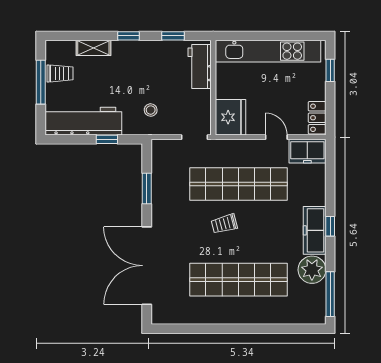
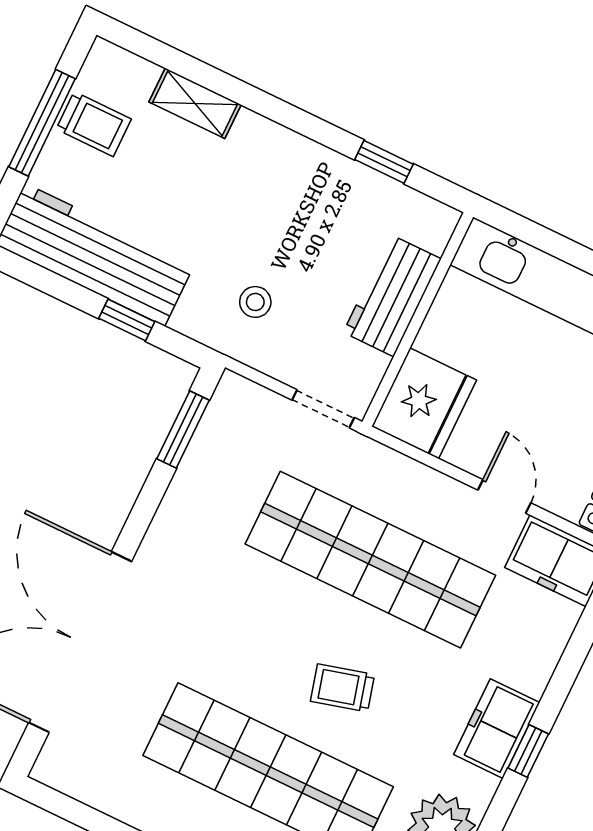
window: (129, 36) -> (286, 114), removed
workbench: (200, 67) -> (392, 296), moved
window: (147, 188) -> (183, 429), moved
trolley: (224, 224) -> (343, 688), moved
freezer: (315, 230) -> (497, 729), width x0.71

